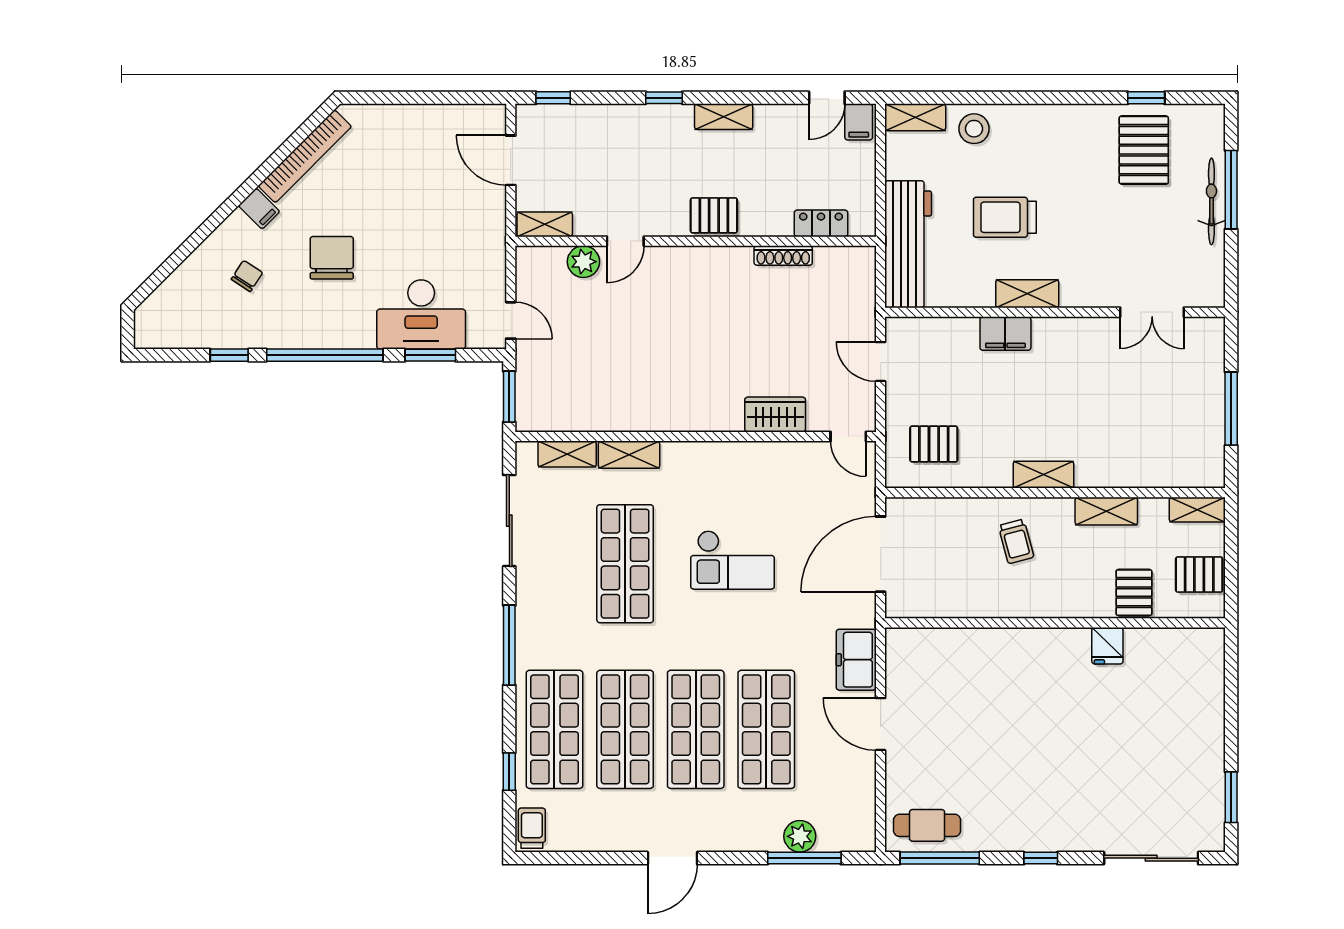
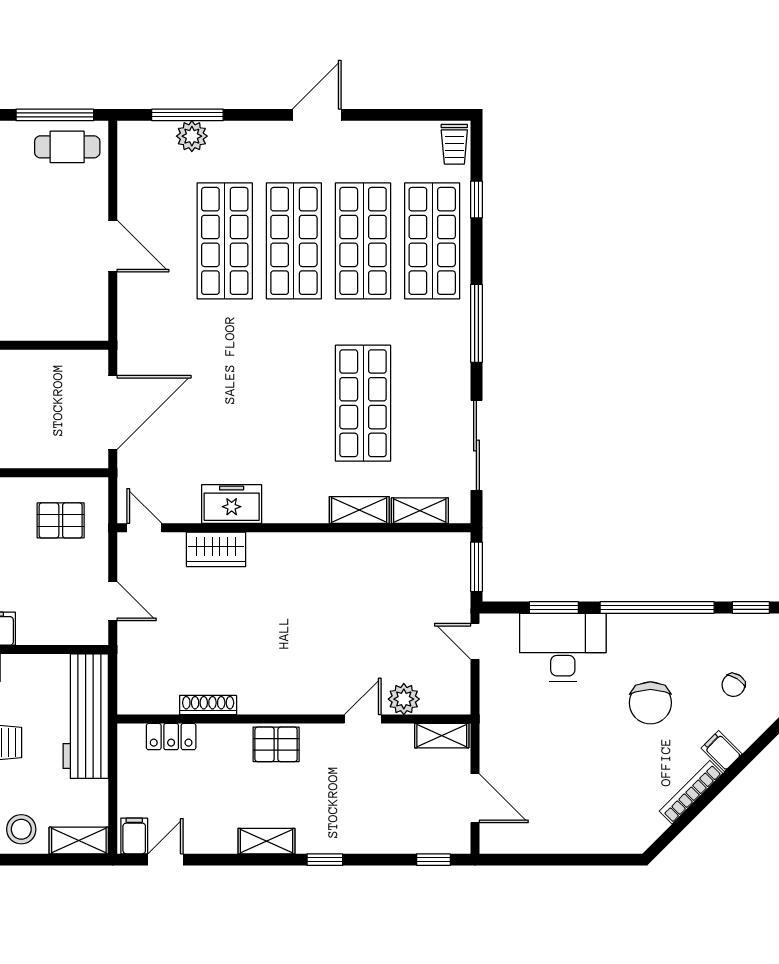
bookcase: (305, 156) -> (691, 792), width x0.68, depth x0.76
checkout: (733, 560) -> (258, 407), removed
freezer: (856, 660) -> (232, 504), moved, turned -90

